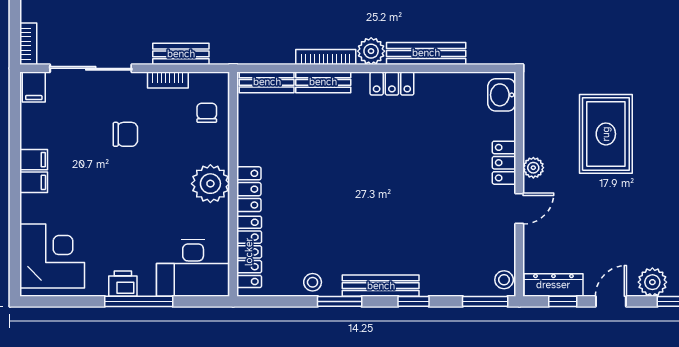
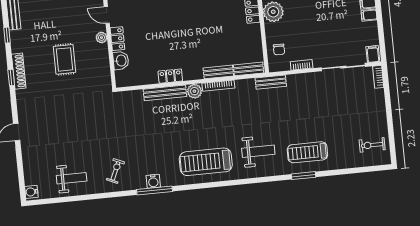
bench: (181, 54) -> (271, 82), moved
locker: (392, 84) -> (170, 76), moved
washbasin: (502, 95) -> (121, 61), moved
chair: (125, 134) -> (321, 34), removed
rug: (606, 134) -> (64, 59), width x0.73, depth x0.70
door: (519, 209) -> (107, 15), hinge flipped

